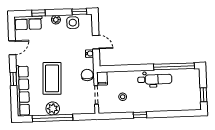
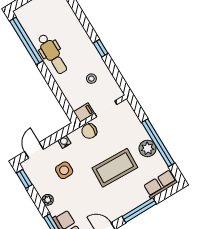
side table: (73, 23) -> (64, 170), moved
door: (96, 42) -> (34, 150), moved
window: (13, 79) -> (139, 210), width x2.17
dental chair: (155, 79) -> (52, 54), turned 180
row of seats: (23, 91) -> (160, 184), width x0.50

